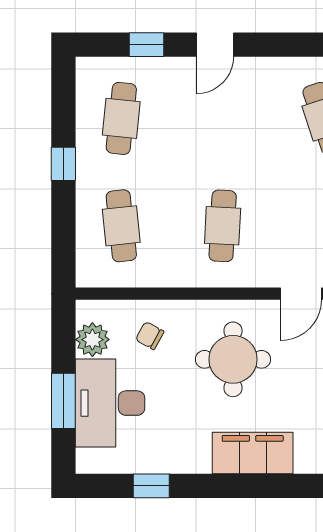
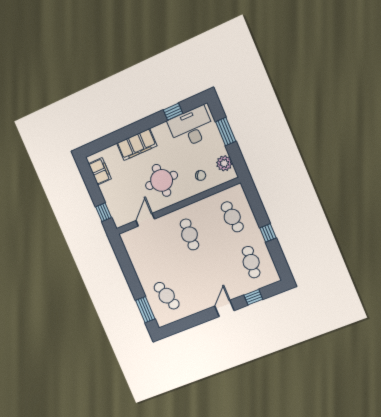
desk: (110, 403) -> (191, 127), moved, turned -90

